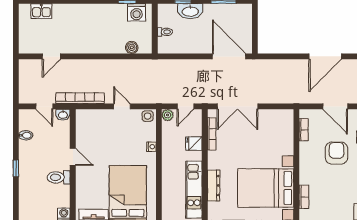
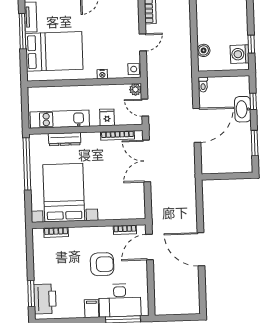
toilet: (165, 32) -> (203, 85), moved
door: (229, 56) -> (197, 125), moved
door: (335, 106) -> (150, 247), moved

